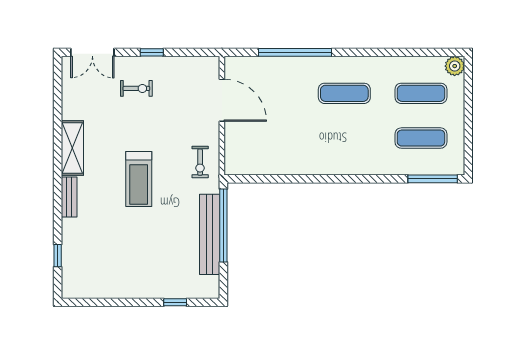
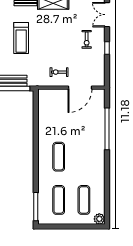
exercise mat: (344, 93) -> (59, 157), moved
exercise bike: (200, 162) -> (59, 72), moved
treadmill: (139, 179) -> (21, 38), moved, turned -90

